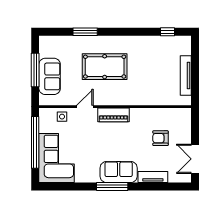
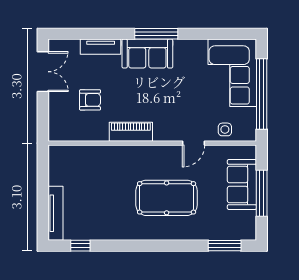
window: (85, 32) -> (225, 246), moved
tv unit: (186, 76) -> (55, 213), moved
piano: (113, 115) -> (131, 132), moved

